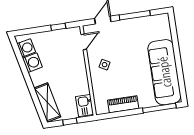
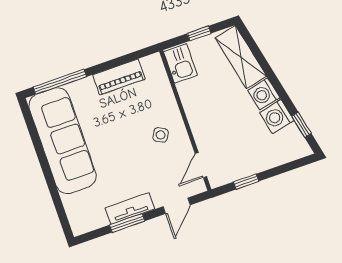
window: (135, 15) -> (127, 223), width x0.69
tv unit: (131, 24) -> (130, 208), added
washing machine: (26, 48) -> (264, 94), moved
window: (18, 55) -> (301, 125), added

